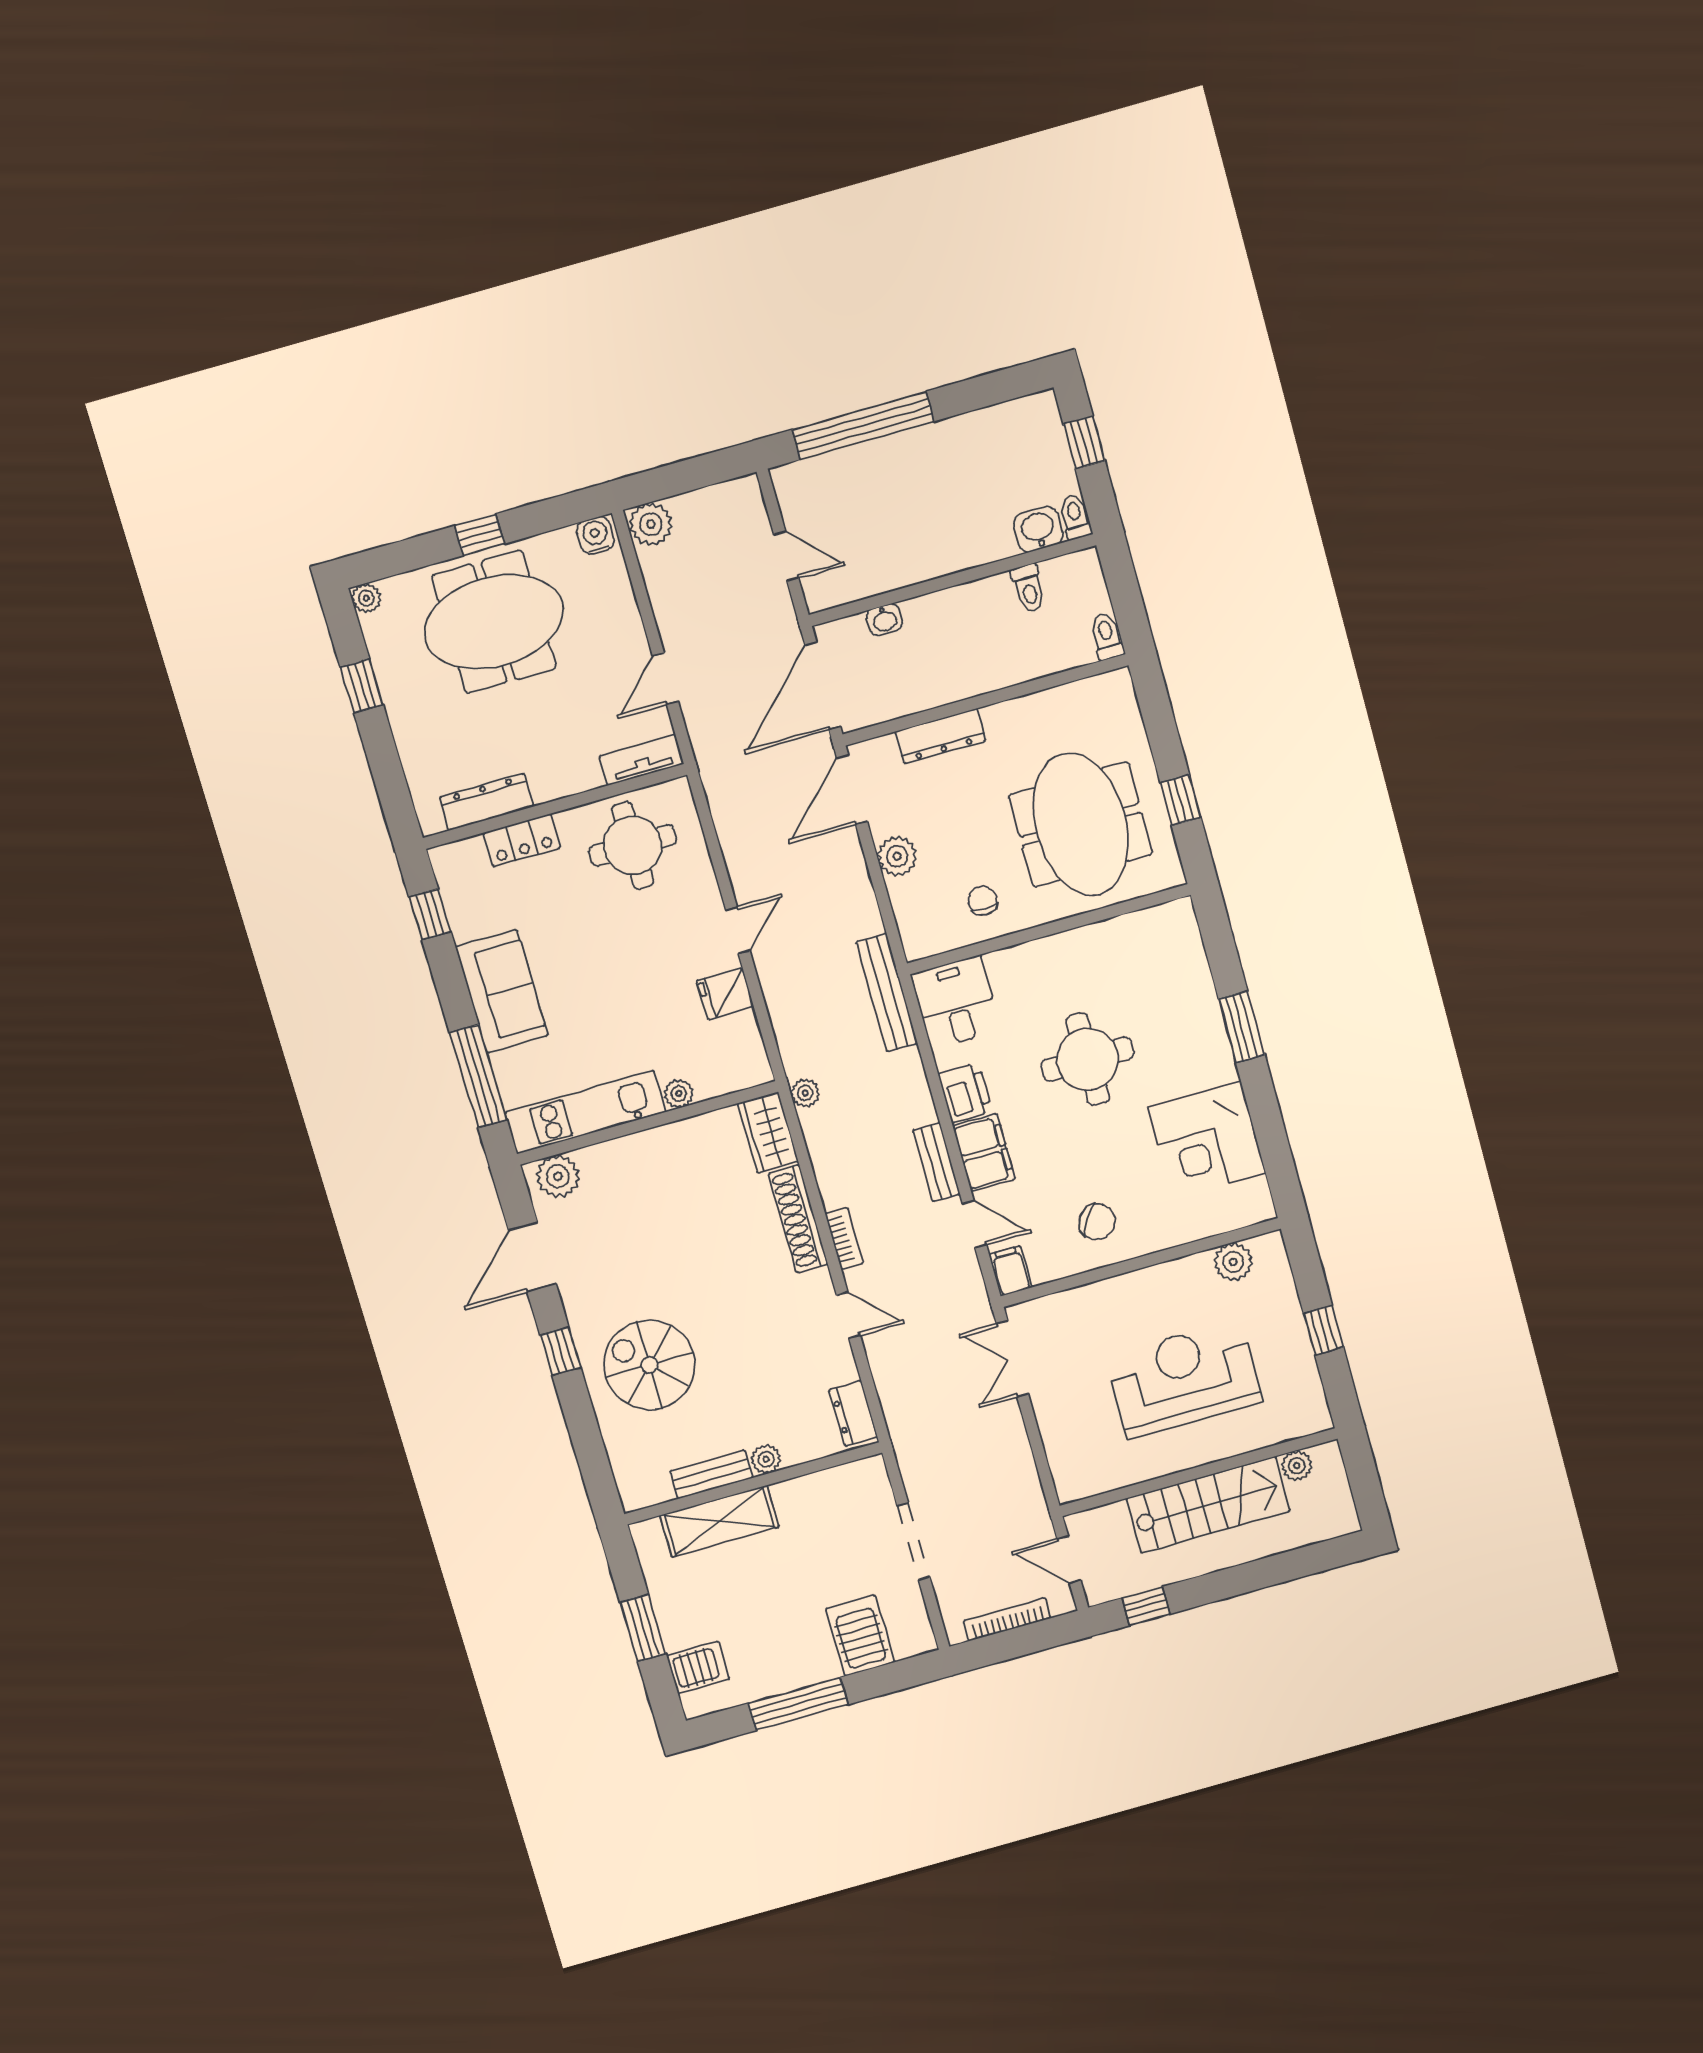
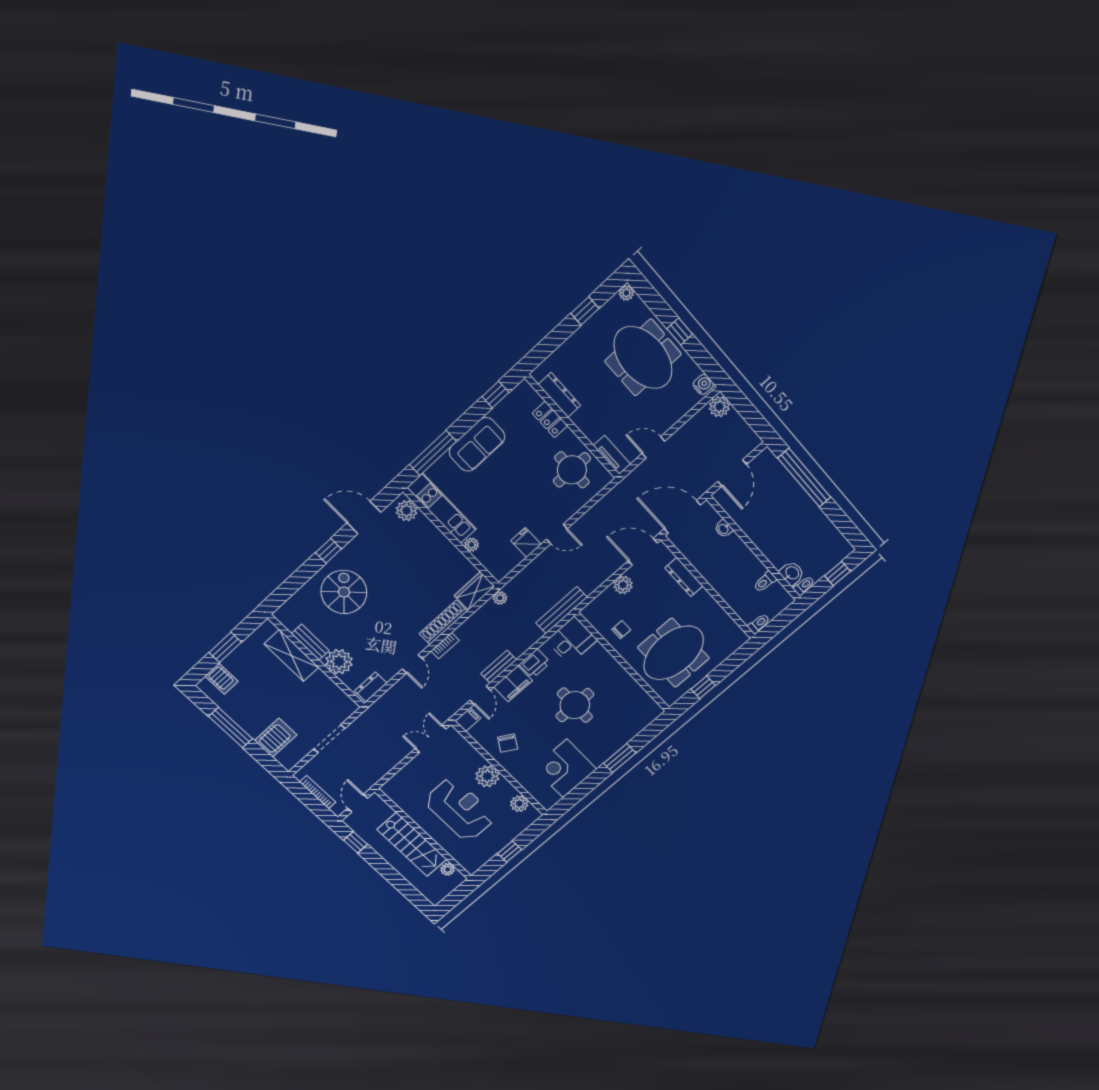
door: (786, 556) -> (732, 473), width x1.38
plant: (1144, 1293) -> (487, 776), added
plant: (766, 1459) -> (339, 662), width x1.88, depth x1.88

